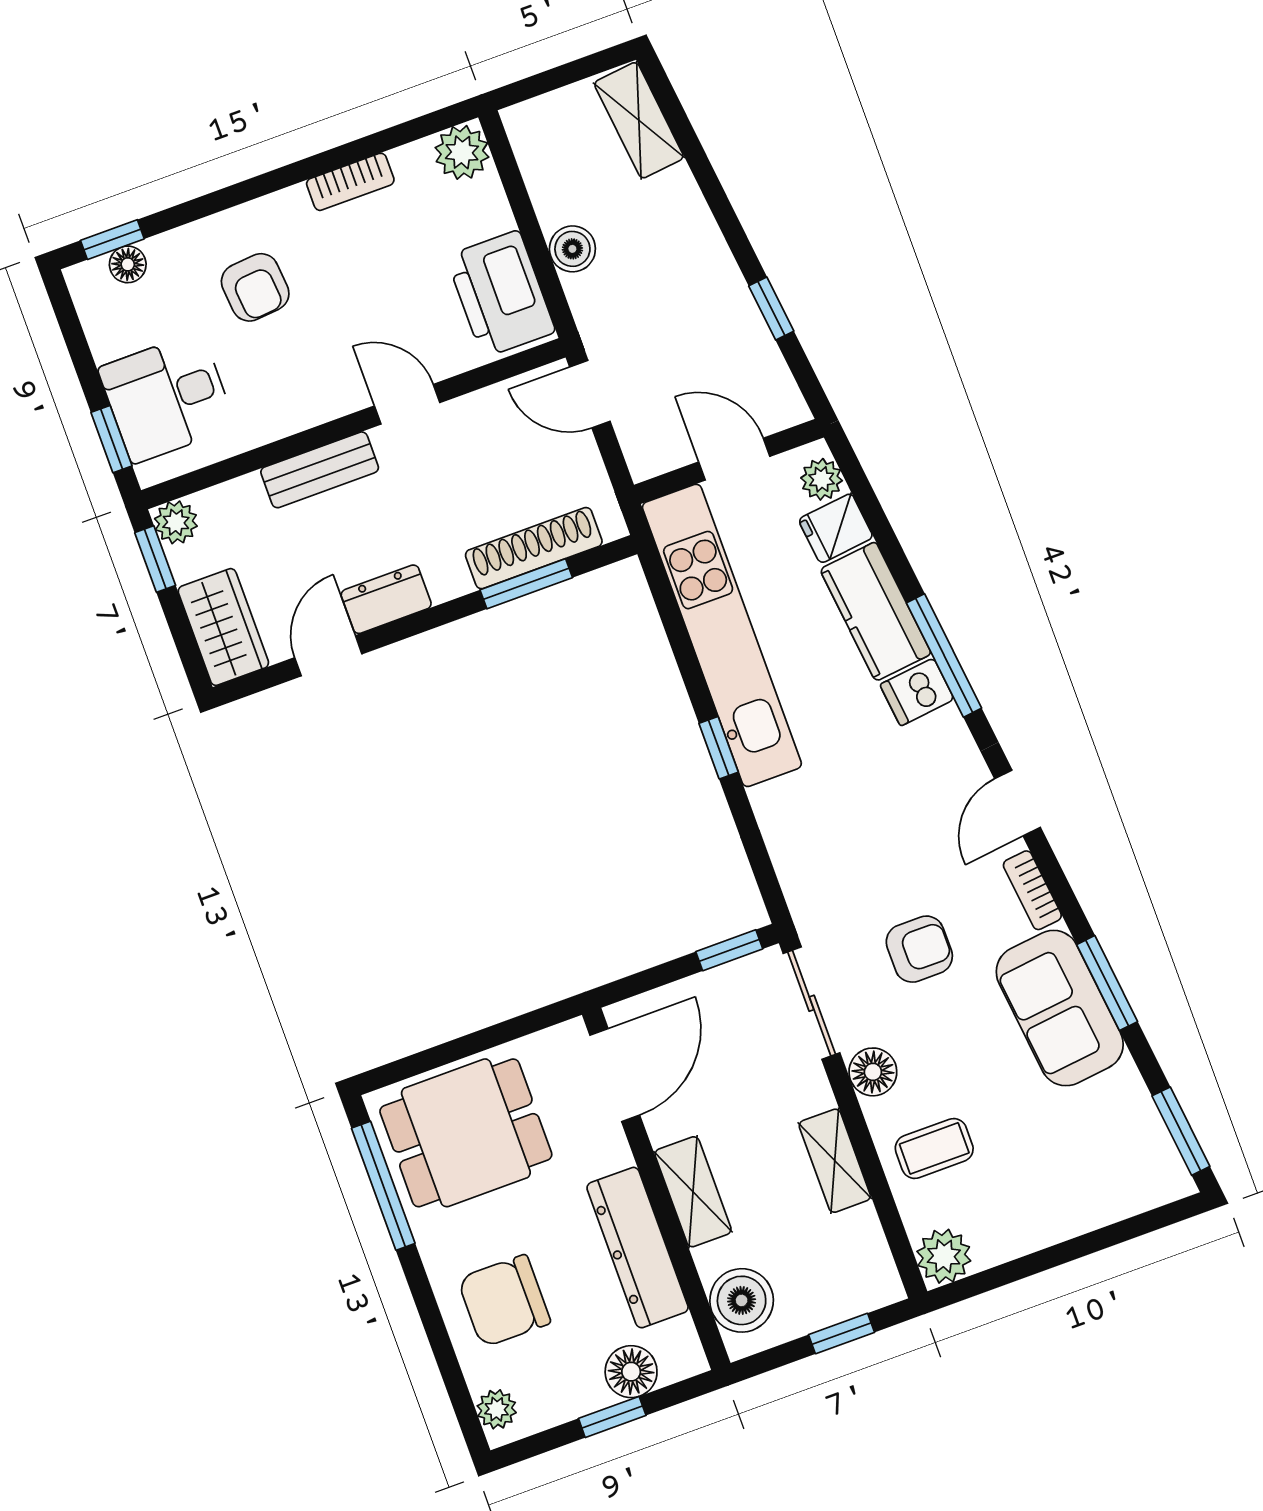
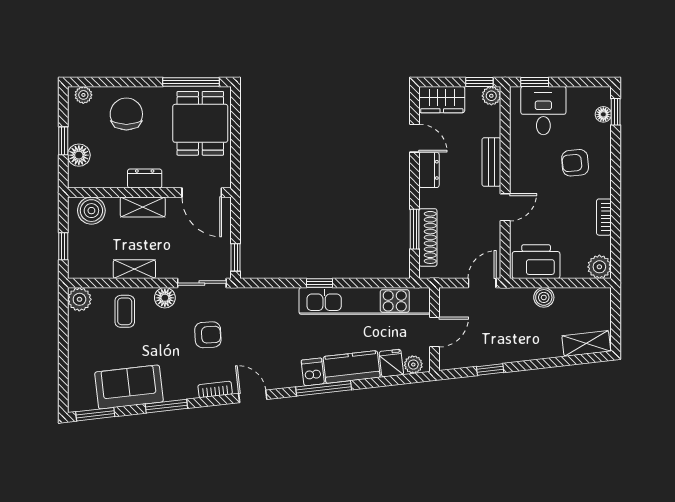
armchair: (919, 949) -> (208, 335), turned -93
sofa: (1060, 1008) -> (129, 387), moved
dresser: (638, 1248) -> (145, 178), width x0.51, depth x0.80

